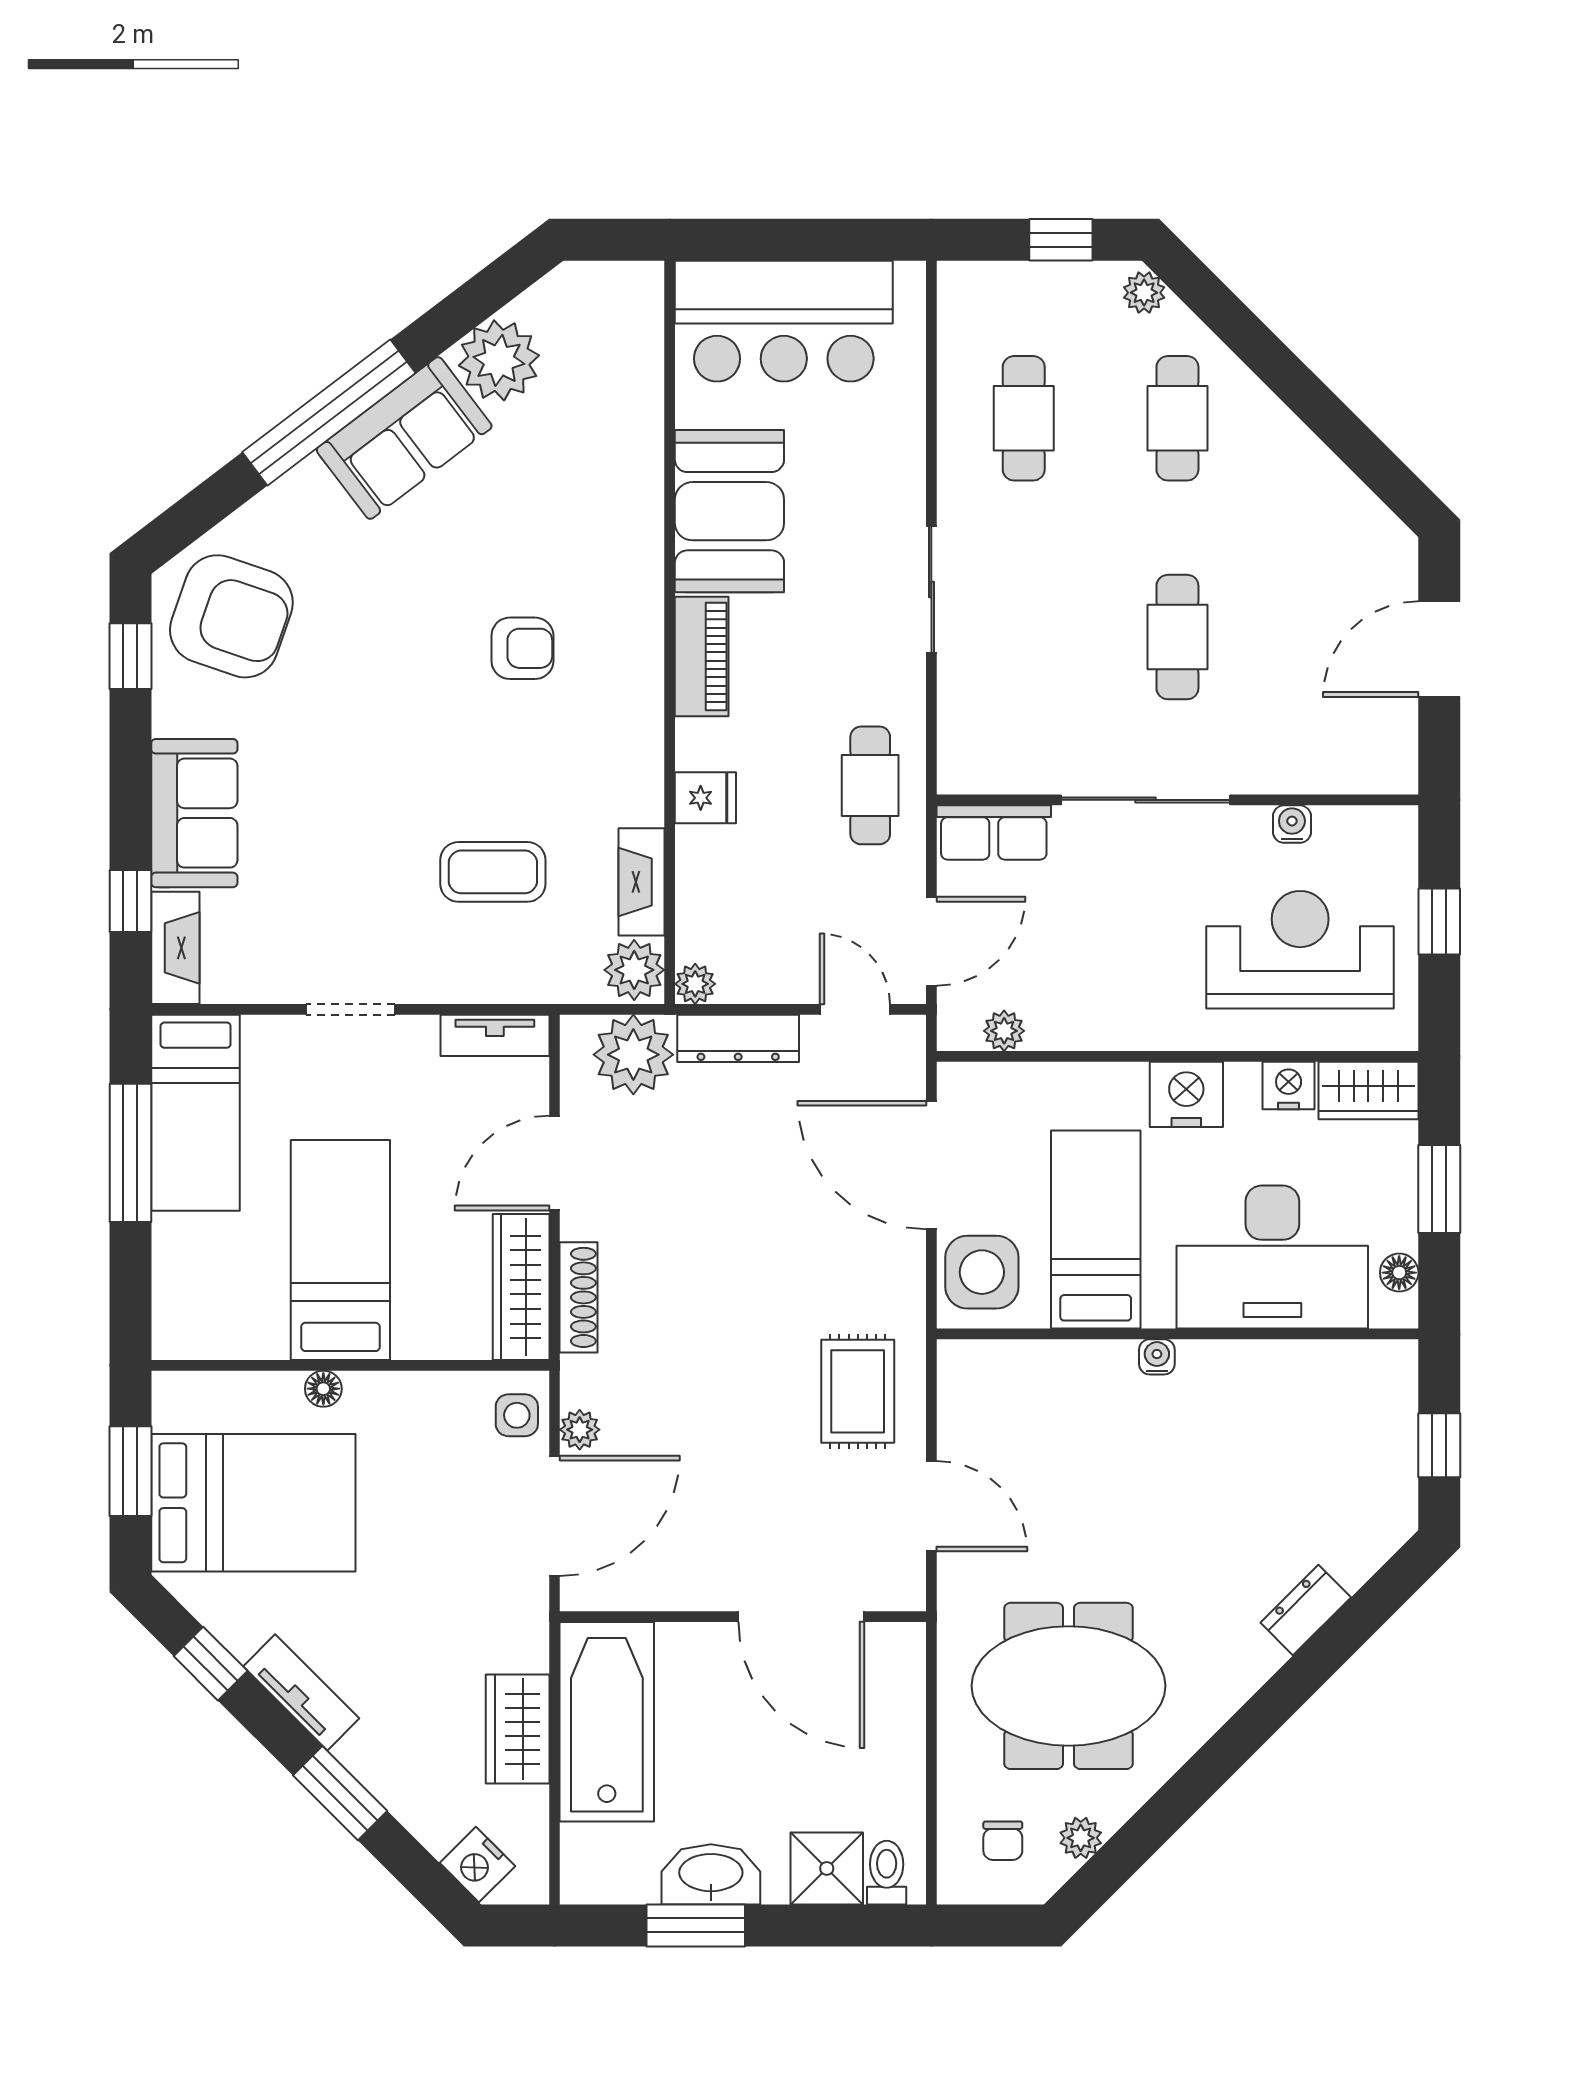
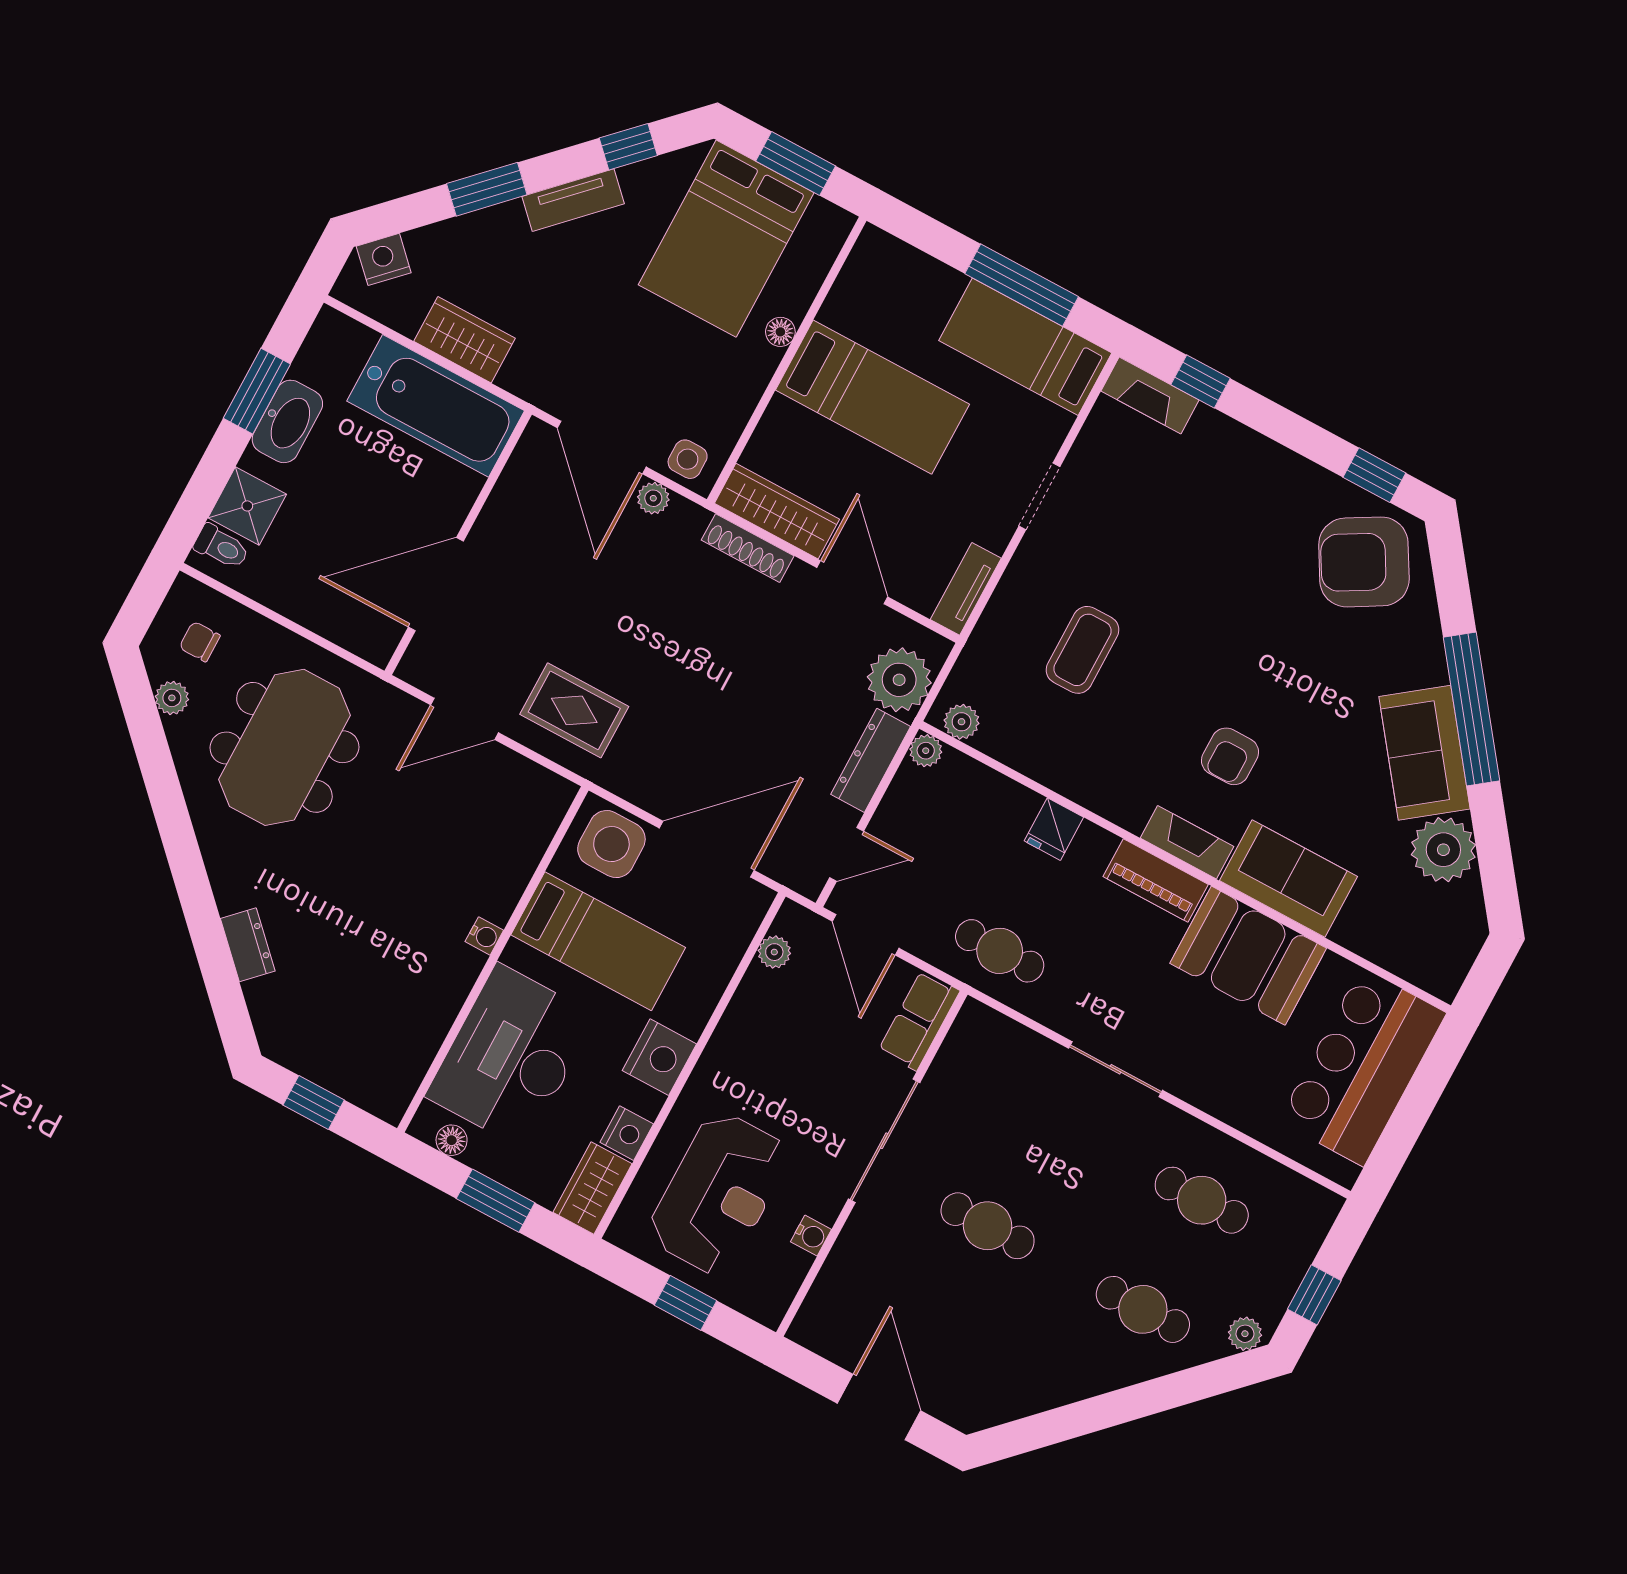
armchair: (231, 616) -> (1364, 562), turned 41
sofa: (194, 813) -> (1288, 879), moved, turned 180
fireplace: (641, 882) -> (1187, 842), moved
plant: (634, 970) -> (962, 722), width x0.73, depth x0.73

